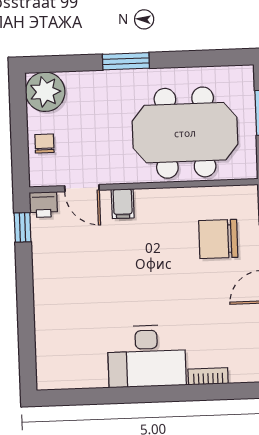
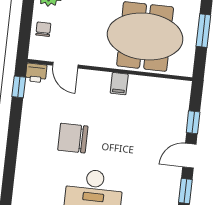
filing cabinet: (123, 204) -> (119, 84), moved
chair: (218, 239) -> (73, 138), moved

